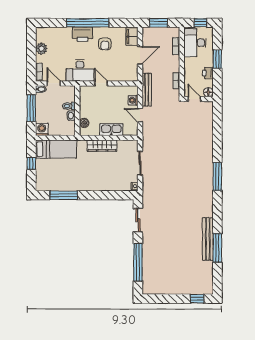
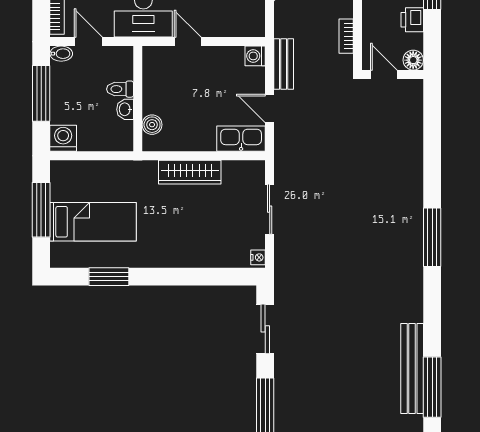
bench: (147, 90) -> (284, 64), width x0.73
washing machine: (133, 100) -> (255, 56), moved
kitchen sink: (111, 130) -> (241, 139), moved
bed: (56, 149) -> (93, 222), moved
window: (31, 163) -> (41, 210), width x2.17
window: (64, 195) -> (109, 277), width x0.69

